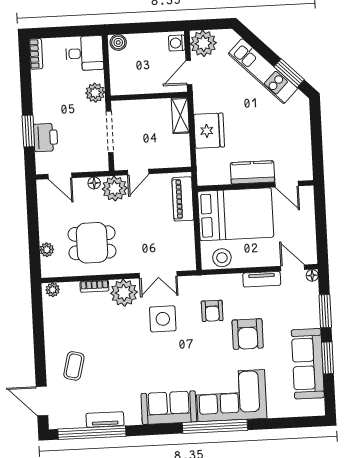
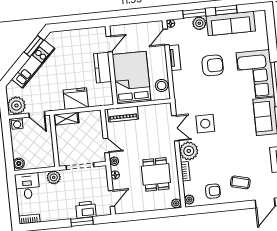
plant: (115, 189) -> (114, 161), width x0.53, depth x0.53
plant: (47, 250) -> (176, 203), moved
armchair: (212, 311) -> (213, 191), moved
plant: (310, 318) -> (199, 23), added

